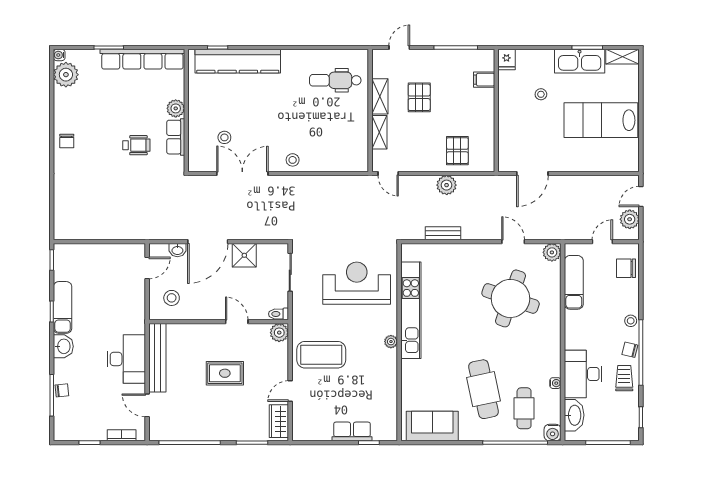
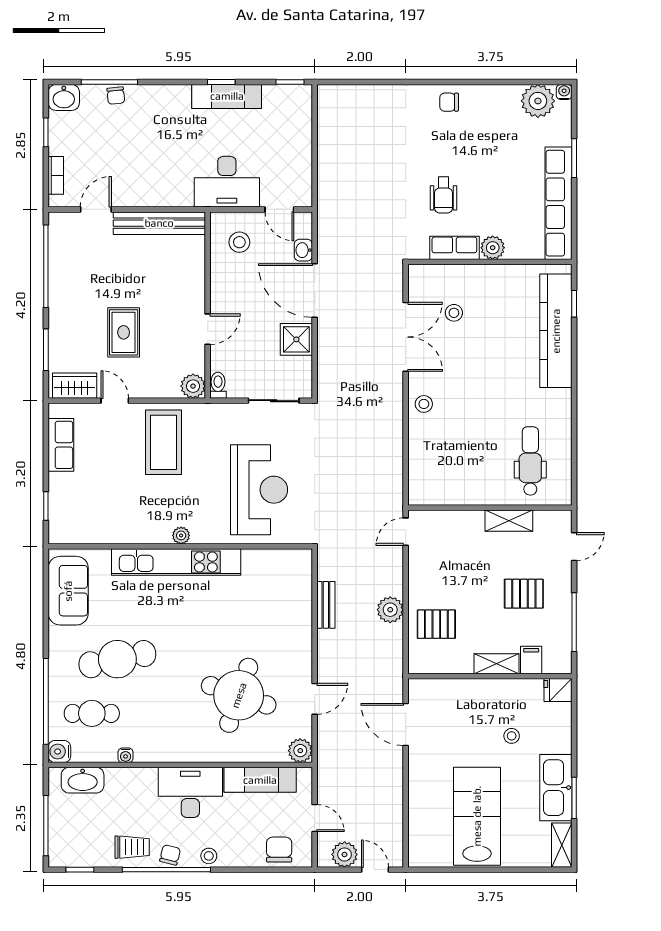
door: (399, 48) -> (574, 547), hinge flipped
pallet: (419, 97) -> (524, 594), moved
shelving: (379, 132) -> (496, 664), moved
kitchen unit: (411, 310) -> (176, 562), moved
washbasin: (63, 346) -> (64, 97), moved
desk: (126, 359) -> (227, 182), moved
rug: (225, 373) -> (124, 332), moved
desk: (583, 374) -> (190, 792), moved
row of seats: (352, 431) -> (61, 445), moved

